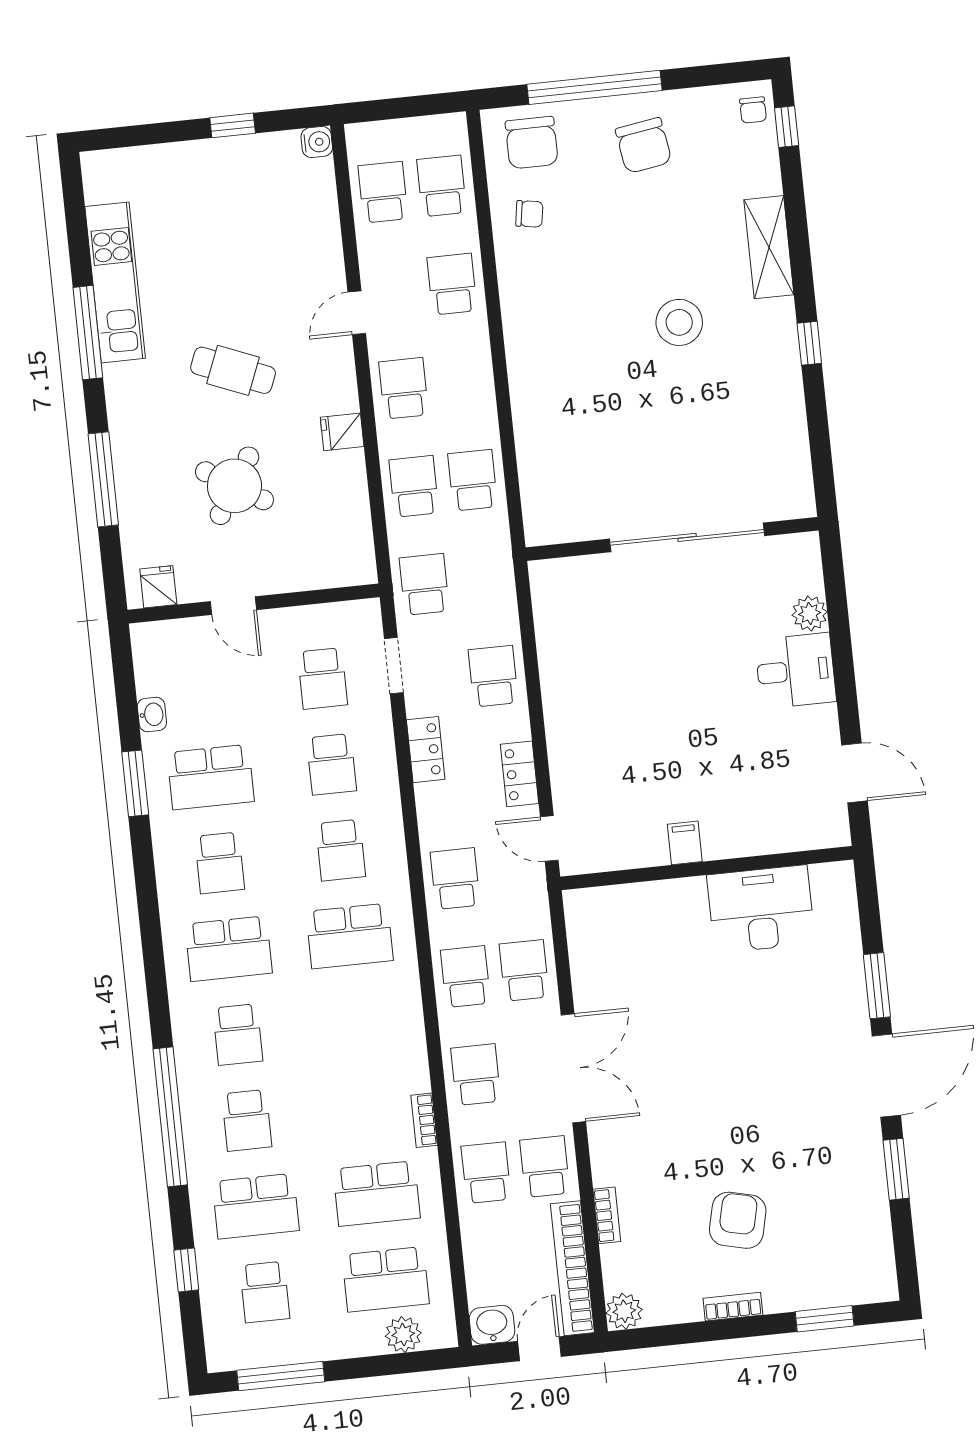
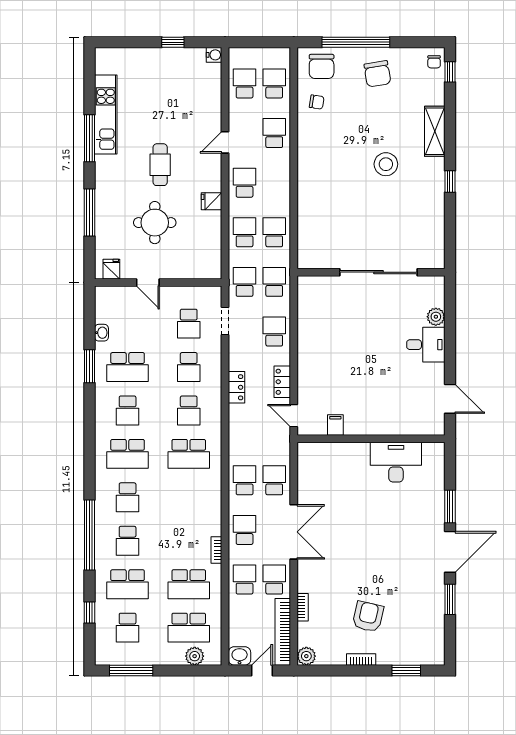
cafe table: (233, 370) -> (160, 165), turned 68
round table: (234, 486) -> (155, 223), turned -32
locker: (426, 750) -> (237, 387), moved
filing cabinet: (685, 843) -> (335, 425), moved
school desk: (455, 879) -> (274, 282), moved

